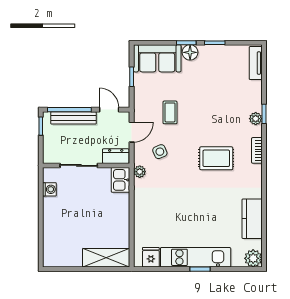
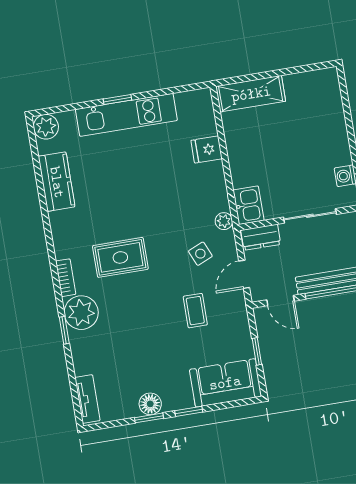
floor lamp: (190, 52) -> (150, 404), moved
plant: (256, 119) -> (81, 313), width x1.87, depth x1.87
fridge: (151, 257) -> (207, 150), moved, turned 90

